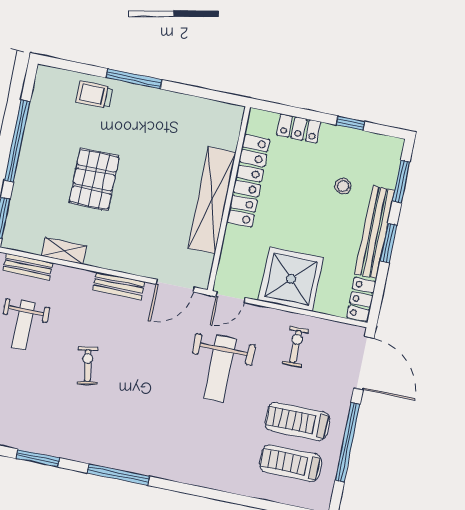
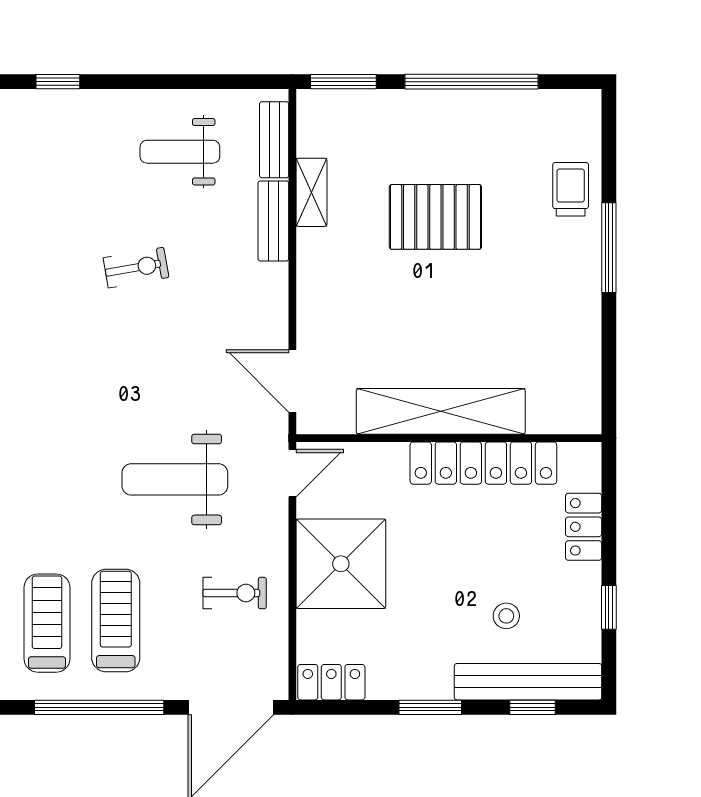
window: (401, 181) -> (533, 707), width x0.67
bench: (375, 232) -> (528, 682), moved
bench: (119, 286) -> (273, 221), moved
door: (231, 297) -> (292, 473), swing flipped

